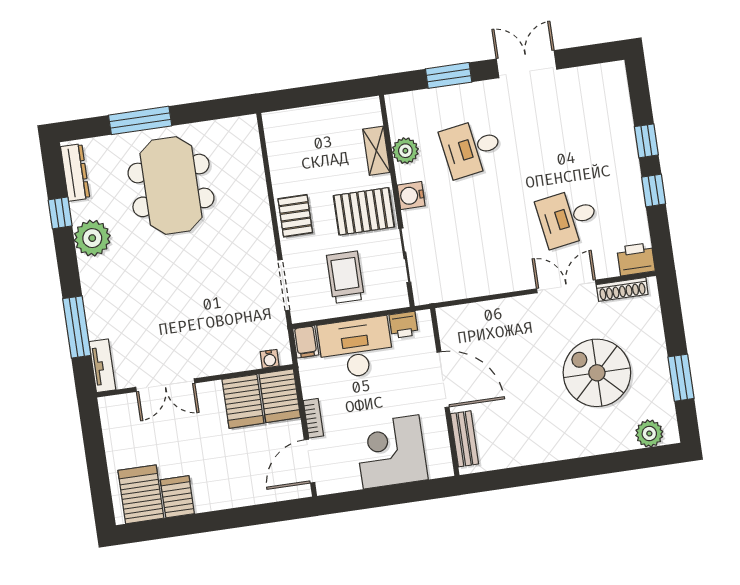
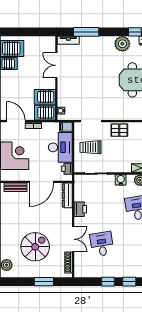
pallet: (364, 211) -> (117, 159), removed
printer: (636, 259) -> (80, 209), moved
trolley: (345, 277) -> (91, 147), turned 180
dresser: (466, 315) -> (67, 195), added
window: (681, 378) -> (44, 282), moved

